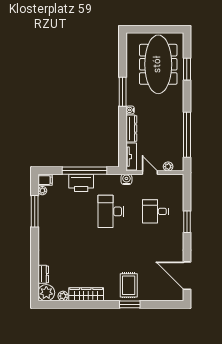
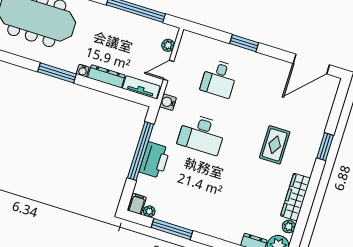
rug: (129, 285) -> (275, 145), moved, turned 90

